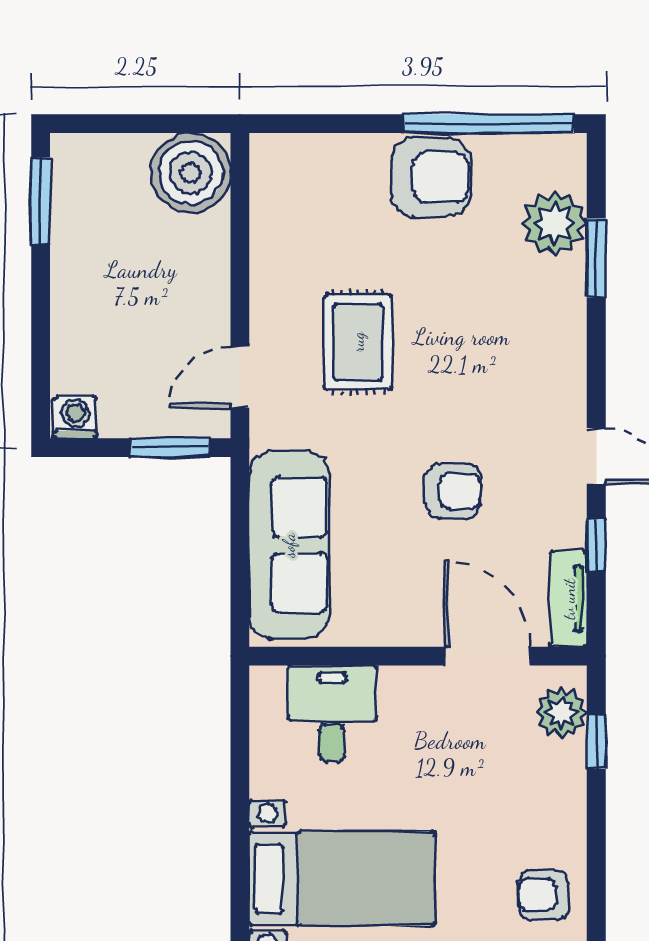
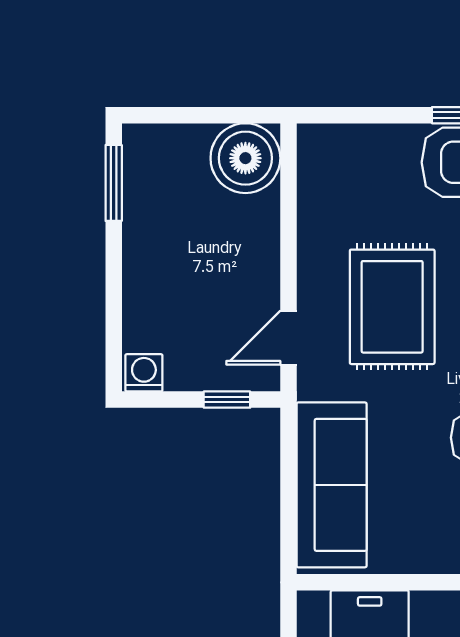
rug: (358, 342) -> (392, 307), width x1.36, depth x1.43
window: (170, 448) -> (227, 400), width x0.67

